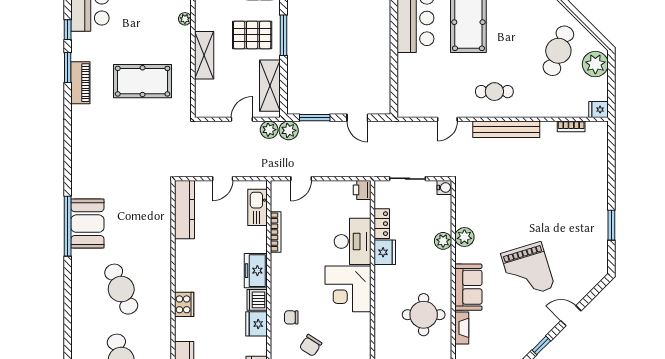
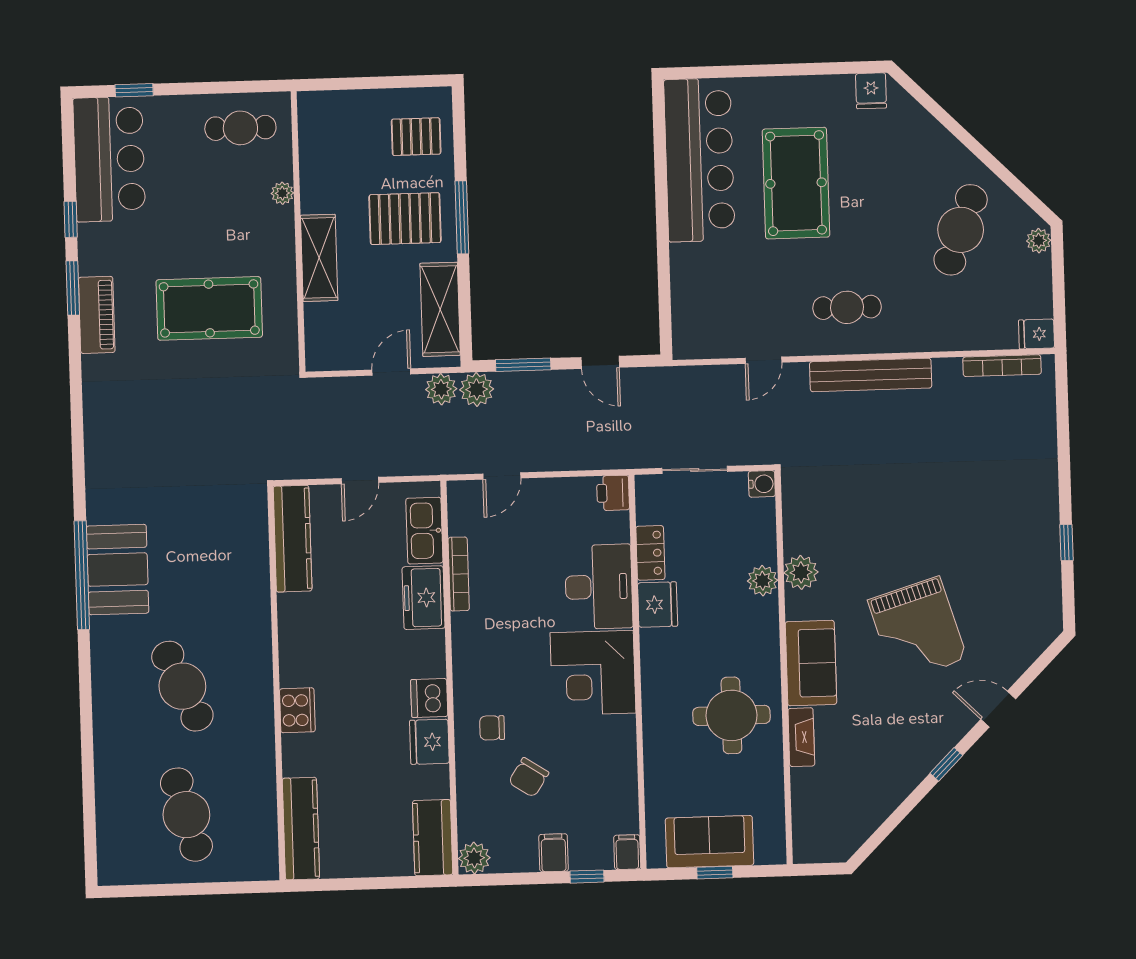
plant: (595, 64) -> (1039, 241), width x0.53, depth x0.53
bookcase: (571, 126) -> (1002, 366), width x1.56
window: (611, 225) -> (1067, 543), width x0.67
freezer: (256, 271) -> (424, 598), moved

